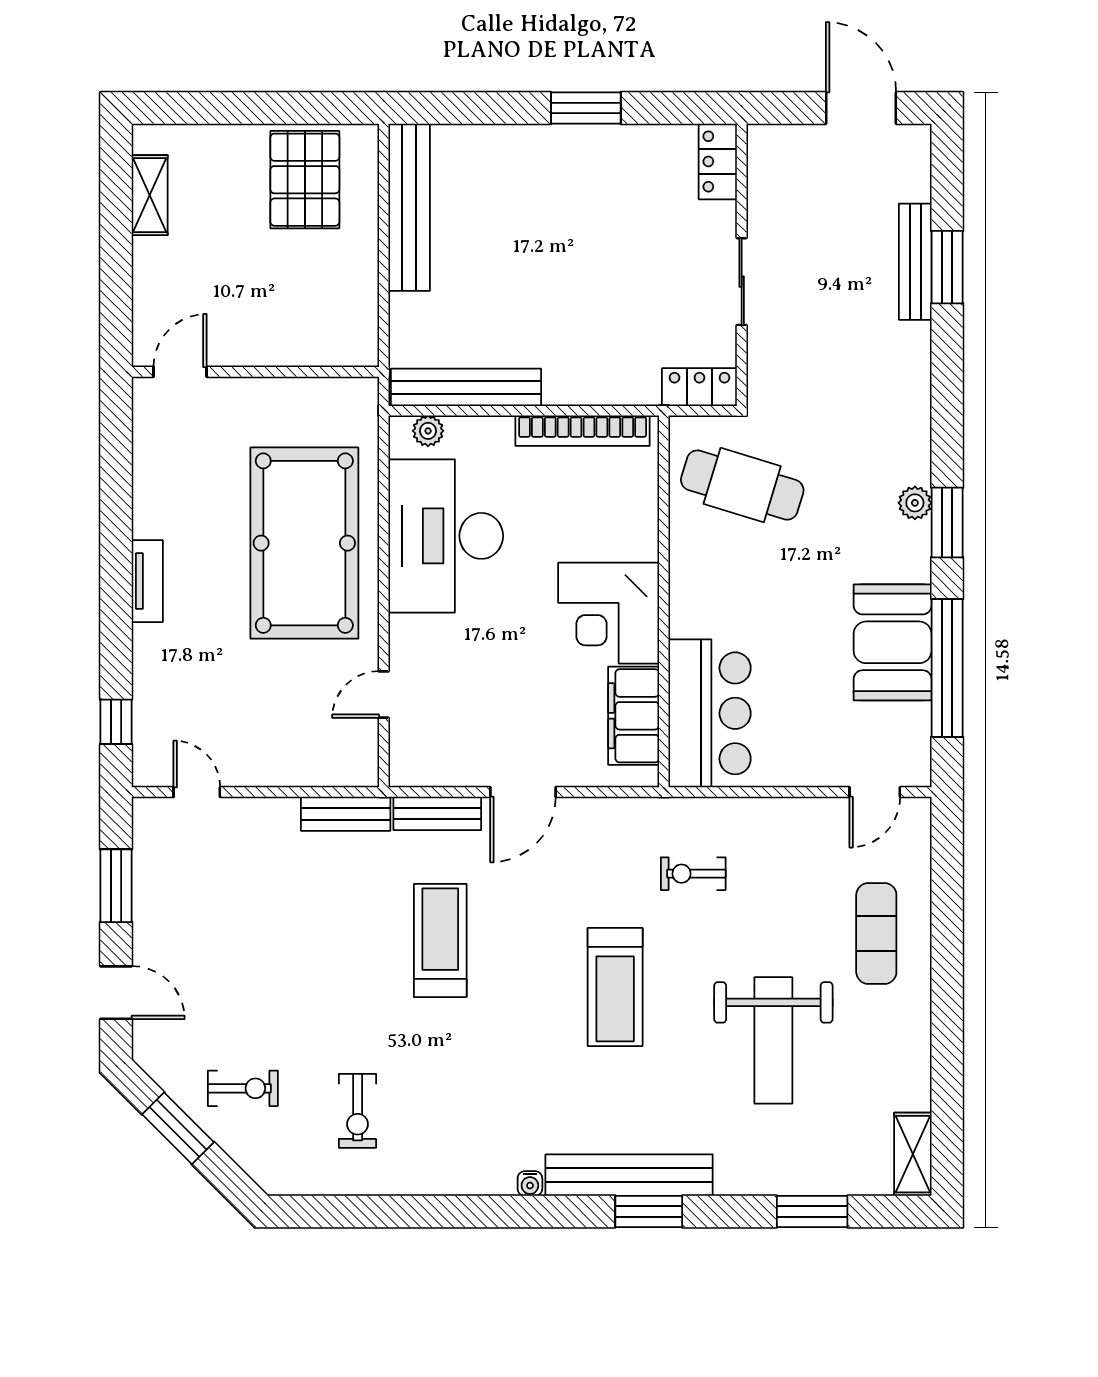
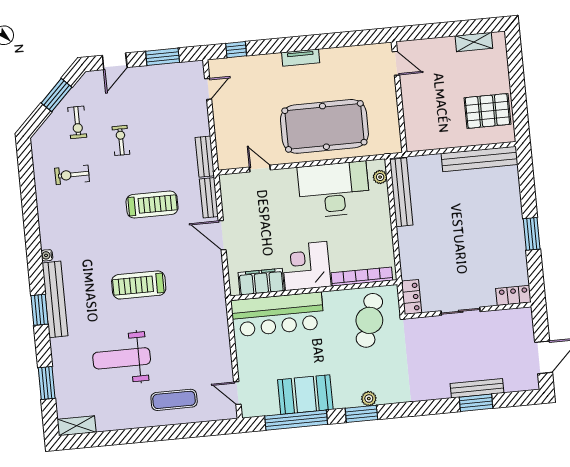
bookcase: (583, 431) -> (362, 277), moved, turned 90
bar counter: (710, 713) -> (278, 314), width x1.36
exercise bike: (693, 874) -> (121, 140), moved

